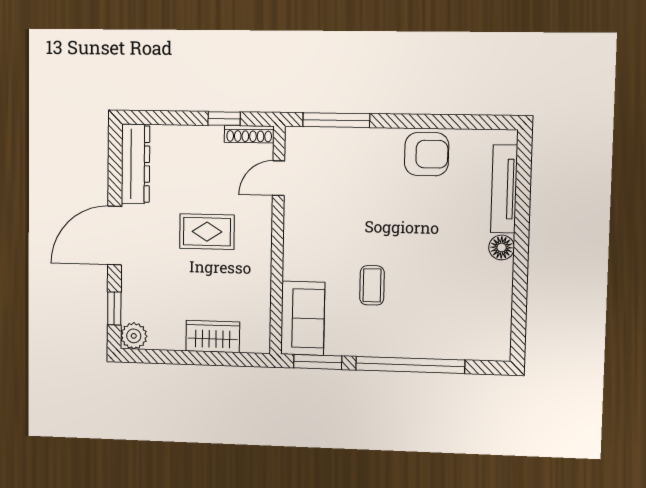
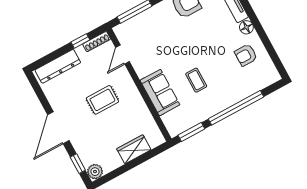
dresser: (136, 164) -> (58, 66), moved, turned 90
armchair: (474, 291) -> (246, 55), added
sofa: (303, 318) -> (160, 93), moved

